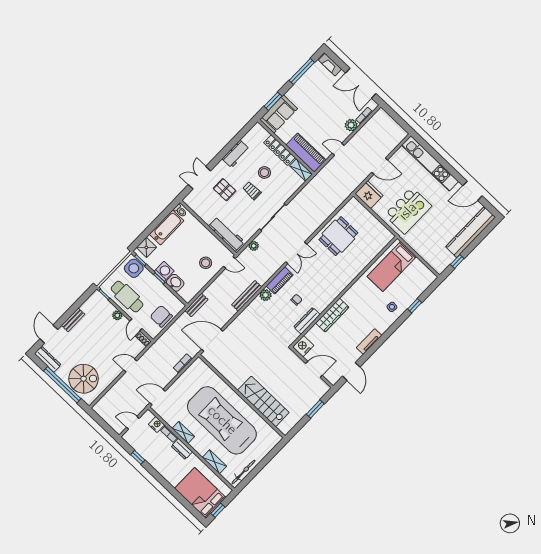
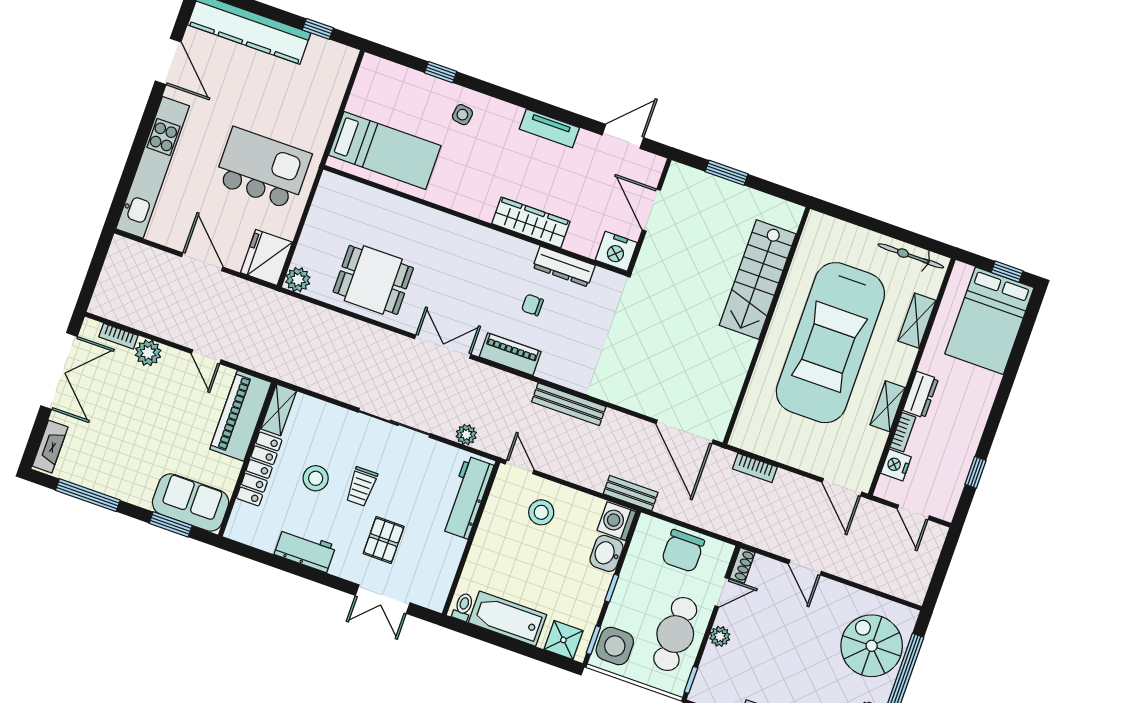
washing machine: (164, 271) -> (616, 521), moved
plant: (266, 295) -> (298, 280), moved

